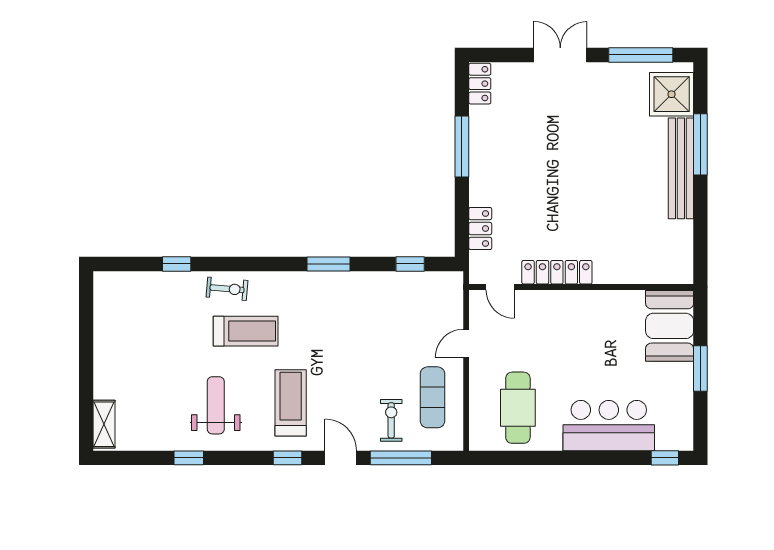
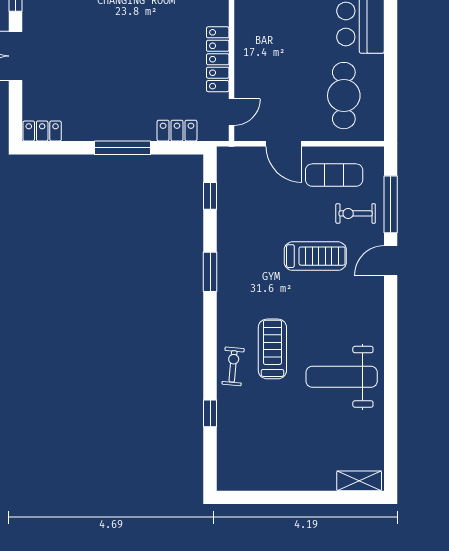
window: (462, 147) -> (122, 148), moved
door: (466, 343) -> (284, 144), width x1.38
treadmill: (291, 403) -> (315, 256), moved, turned 180
weight bench: (216, 405) -> (342, 377), width x1.36, depth x1.33
cafe table: (518, 408) -> (344, 96), turned 90
window: (189, 458) -> (391, 402), removed
window: (287, 458) -> (391, 310), removed

